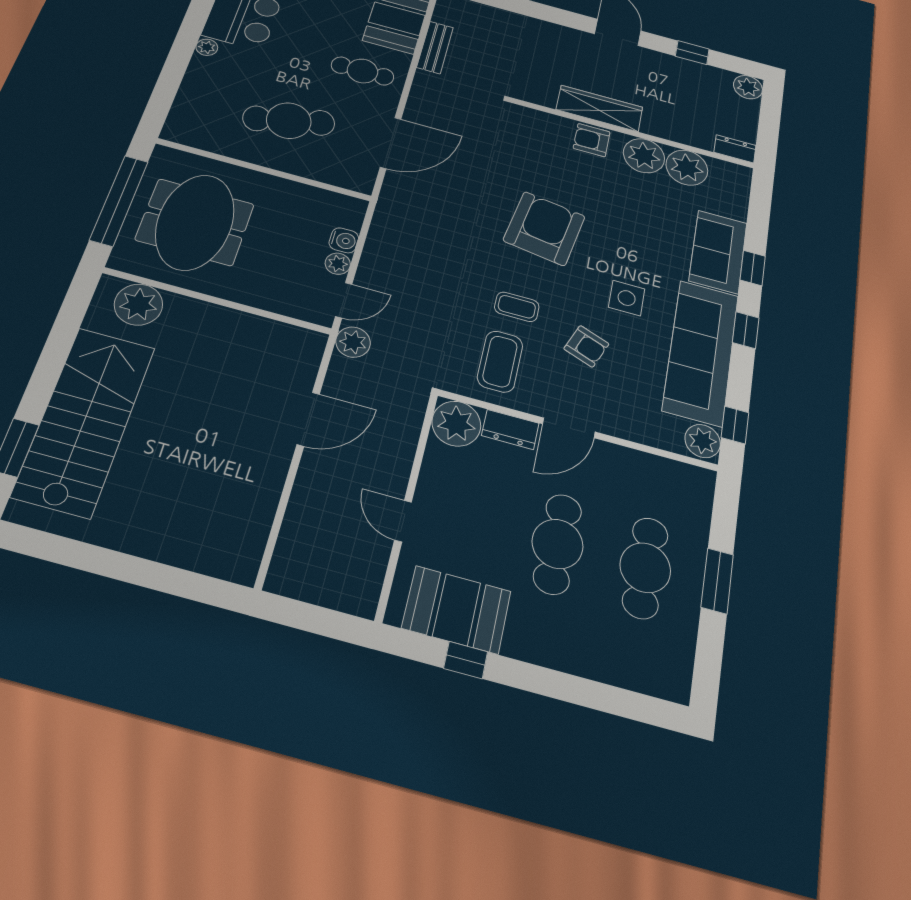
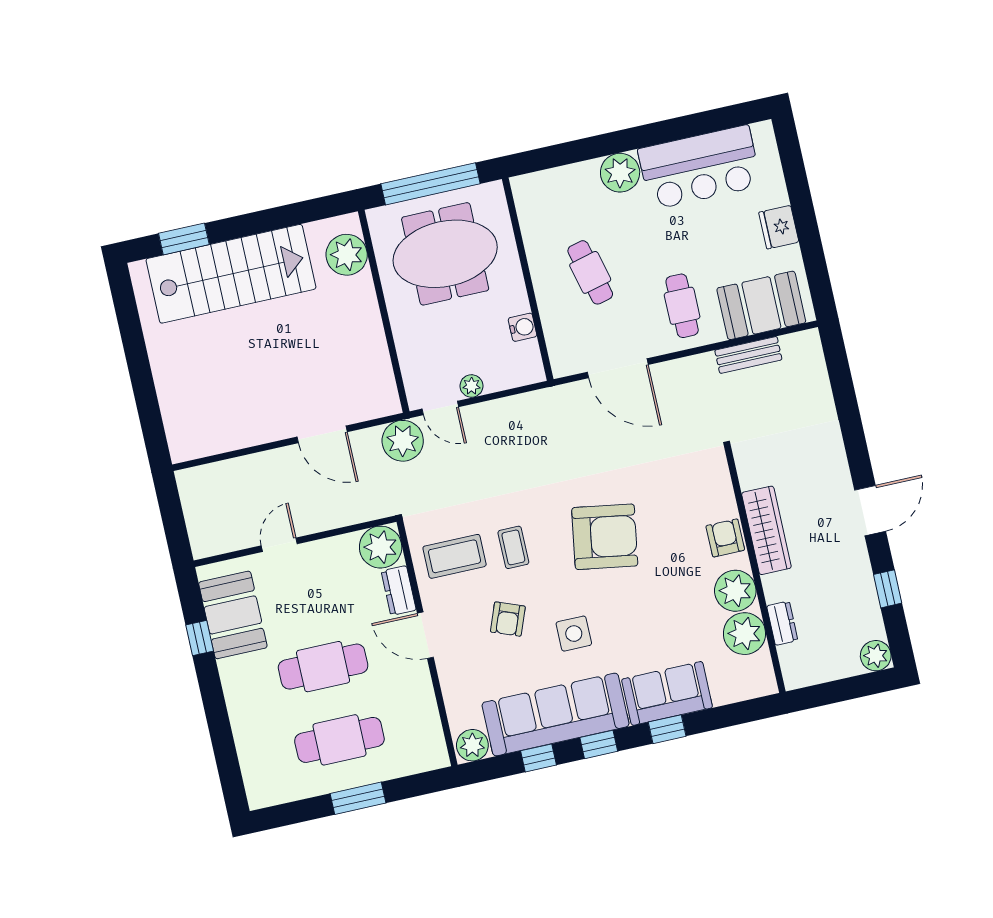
plant: (207, 47) -> (620, 173), width x1.88, depth x1.88
cafe table: (289, 121) -> (590, 272), width x0.73, depth x0.74
dresser: (735, 149) -> (782, 623), moved
water cooler: (344, 240) -> (523, 327), moved, turned -90
plant: (353, 342) -> (403, 441), width x1.36, depth x1.36
window: (735, 425) -> (538, 758), moved

